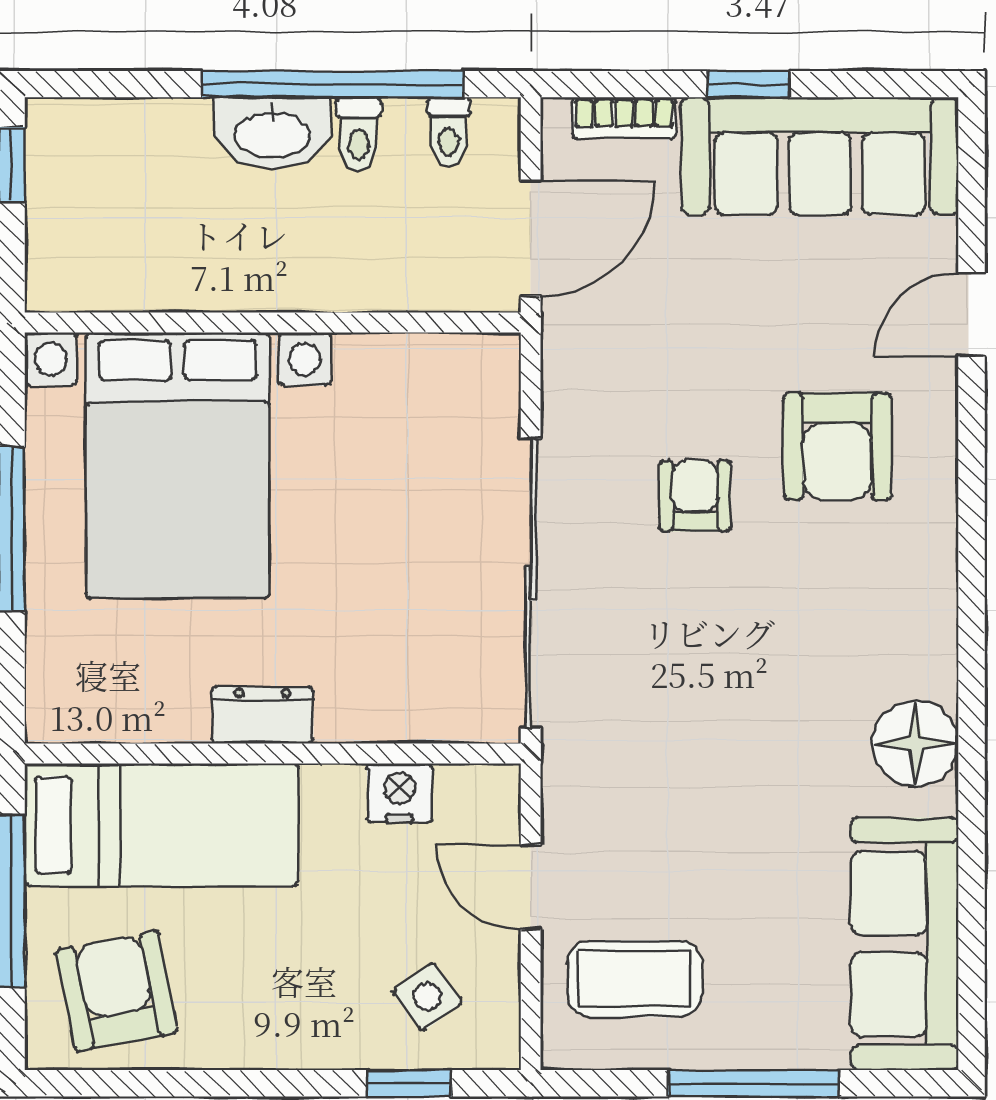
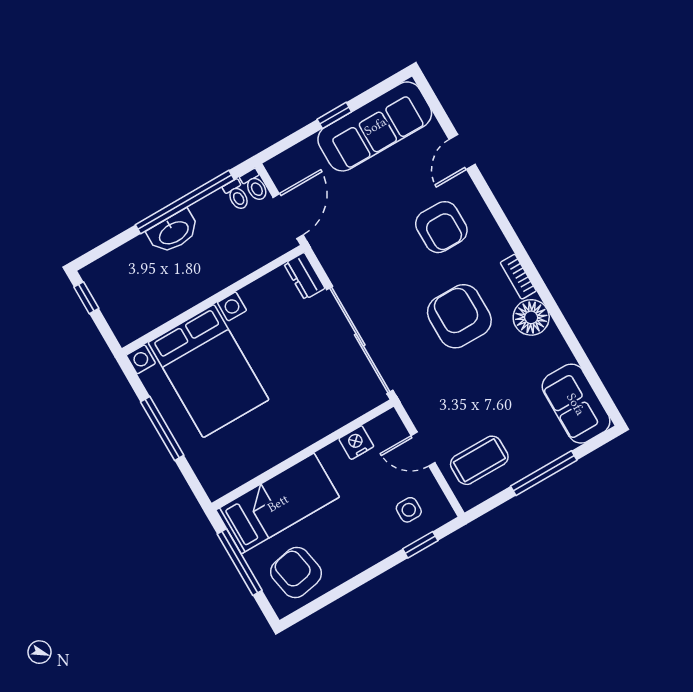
bookcase: (624, 118) -> (518, 277), moved, turned 90
toilet: (358, 134) -> (255, 185), moved
armchair: (695, 496) -> (459, 316), moved, width x1.88, depth x1.88
dresser: (263, 715) -> (304, 276), moved, turned -90
sofa: (905, 944) -> (576, 404), width x0.73
side table: (427, 997) -> (409, 510), turned 36

